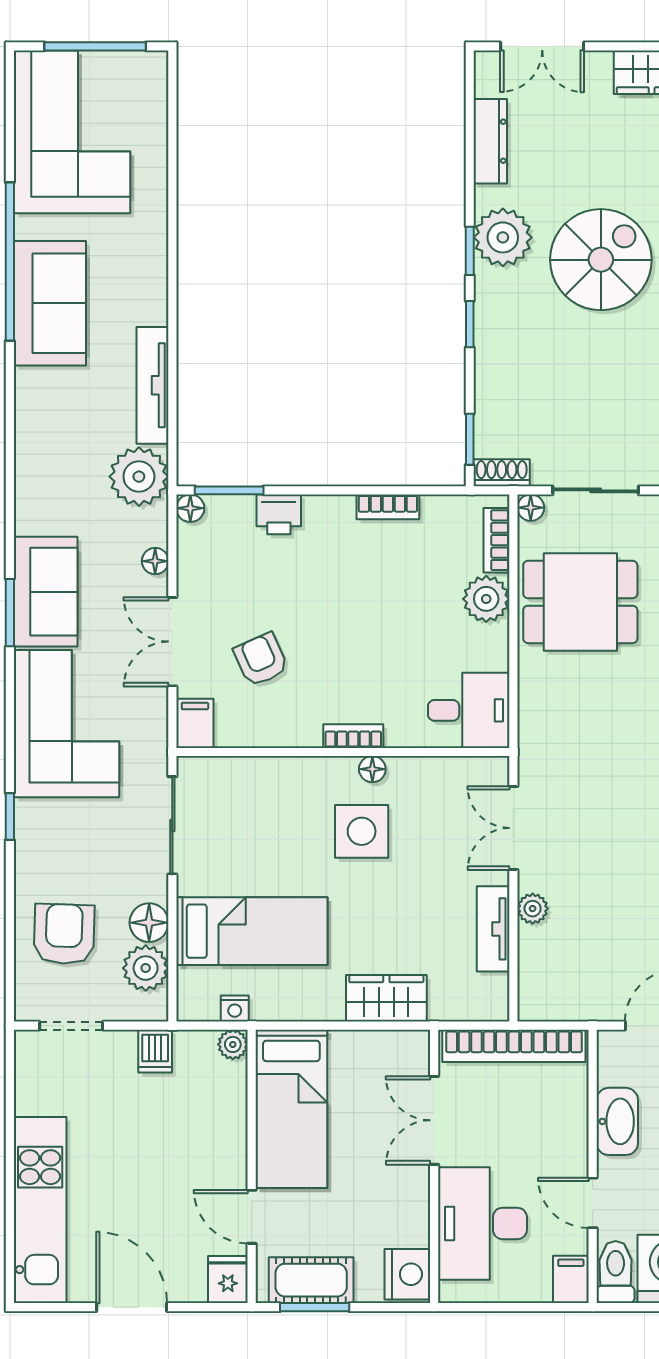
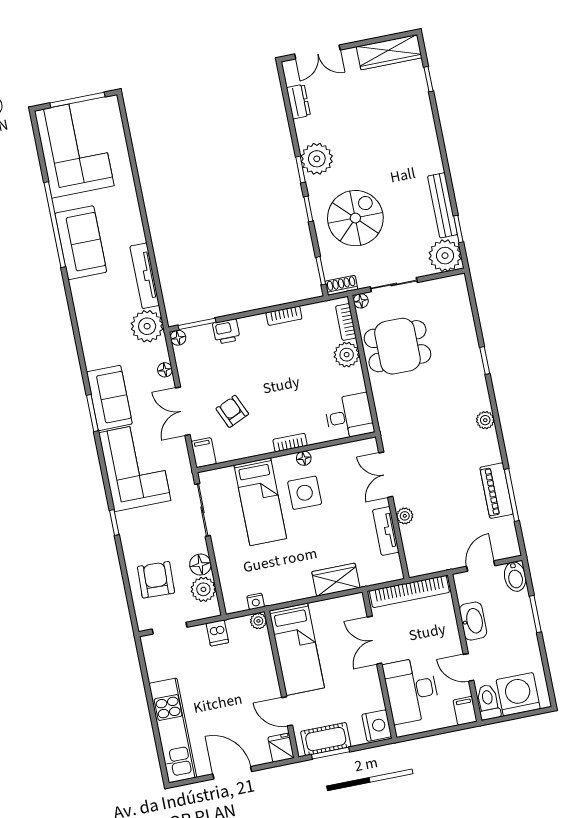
dresser: (490, 141) -> (298, 102), width x0.70
spiral stairs: (601, 260) -> (355, 218), moved
bed: (252, 931) -> (260, 502), moved, turned 90

